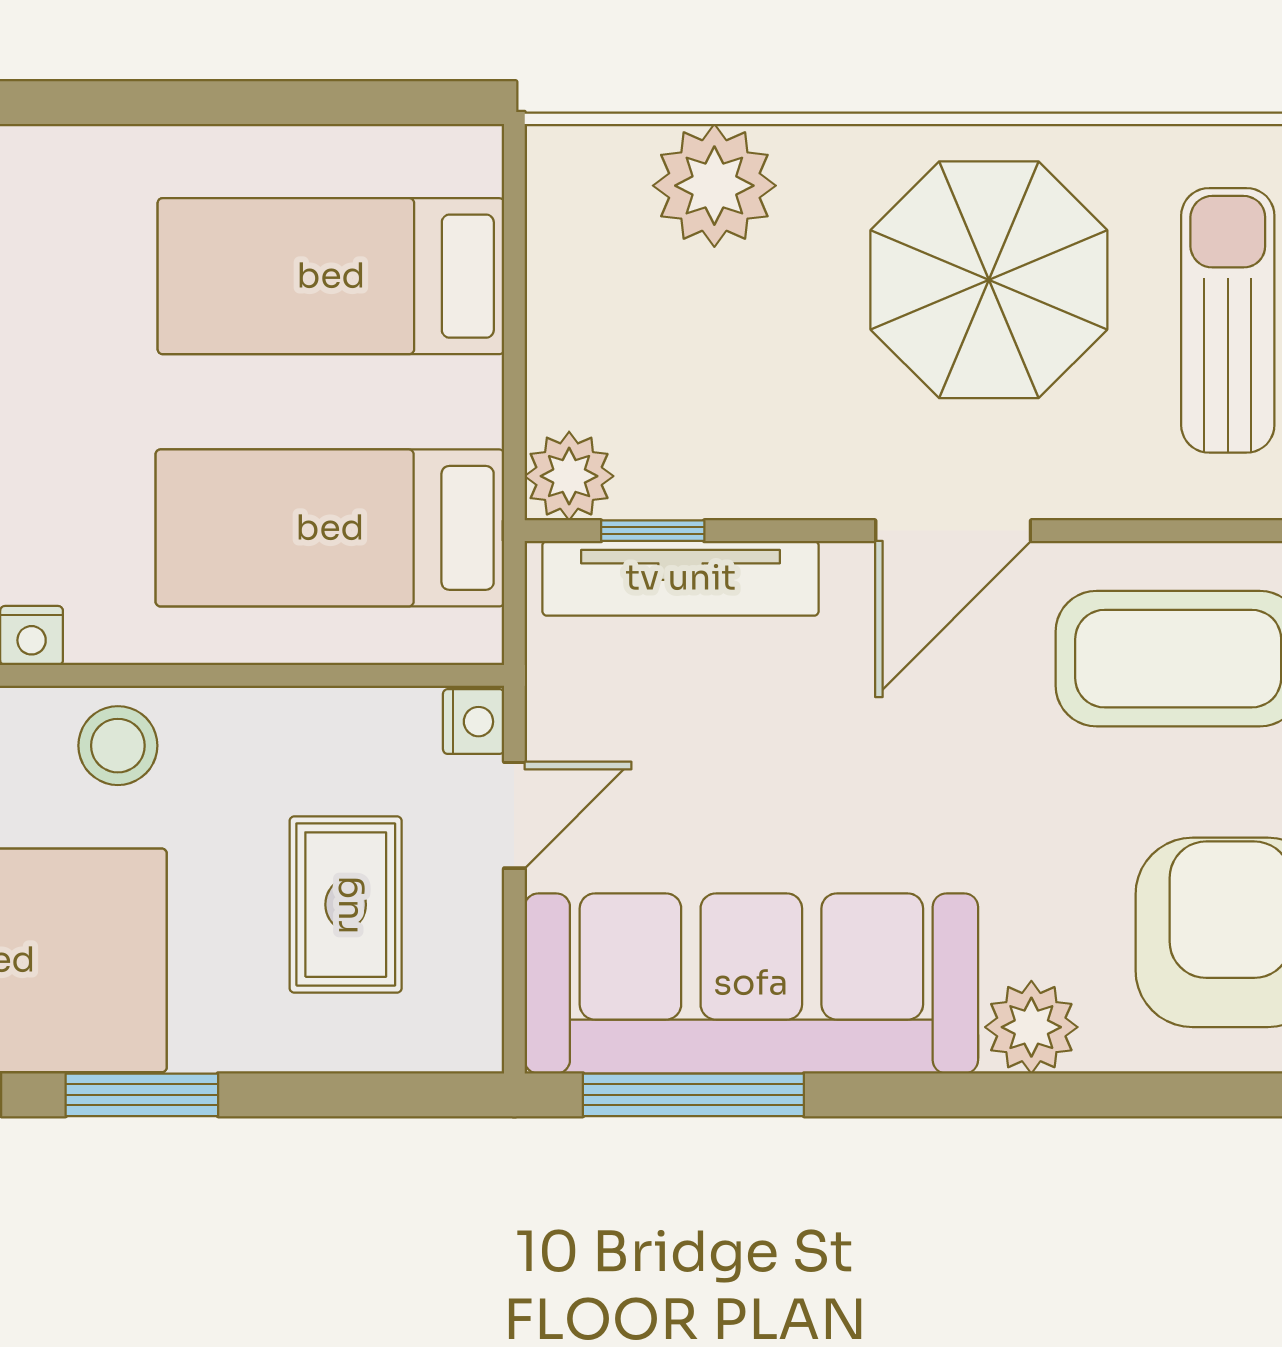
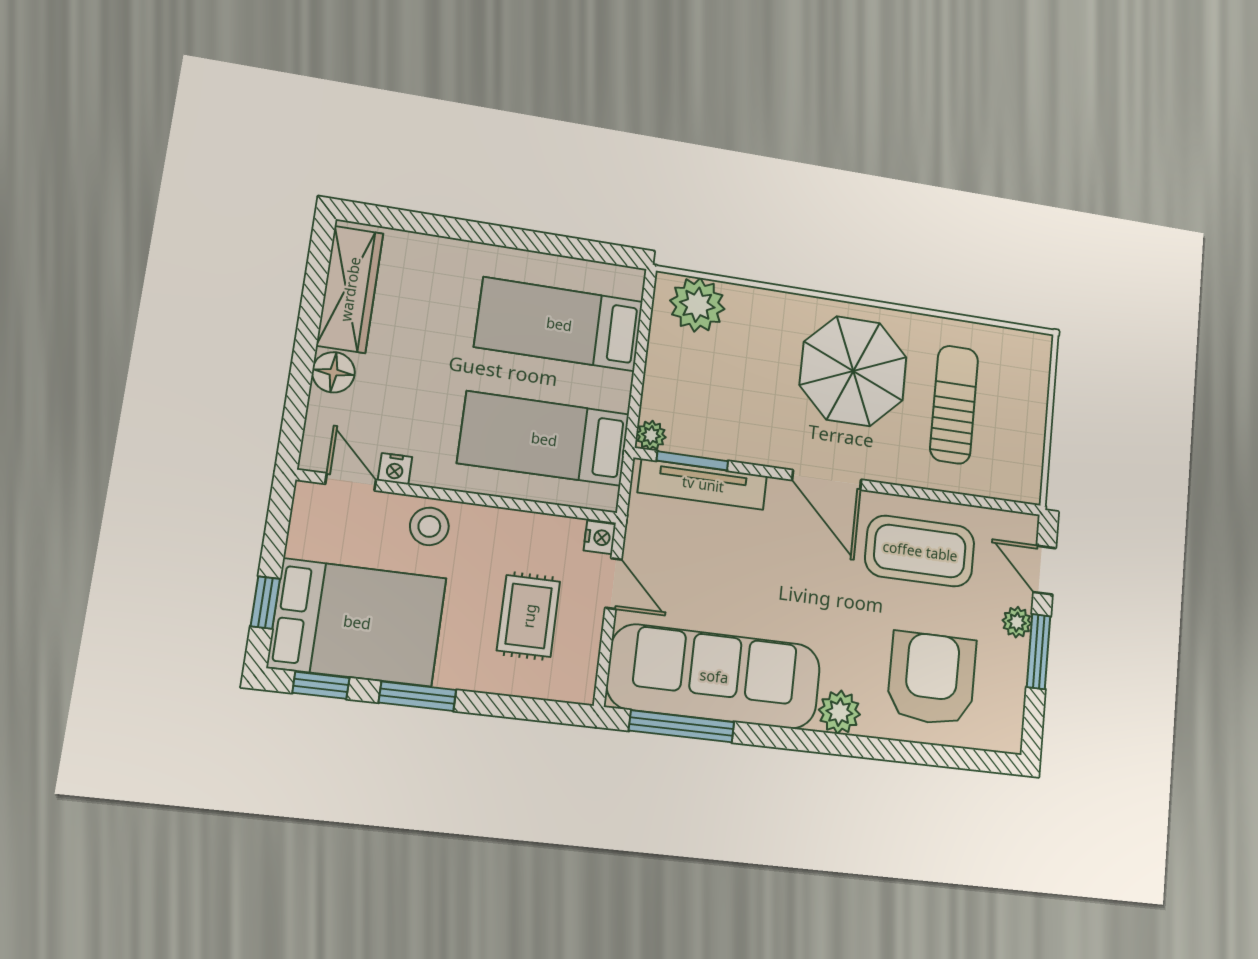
plant: (714, 186) -> (697, 305), moved
plant: (569, 476) -> (651, 435), width x0.73, depth x0.73
window: (653, 531) -> (692, 461), width x1.50
door: (953, 531) -> (827, 480), hinge flipped
door: (514, 815) -> (613, 584), hinge flipped

